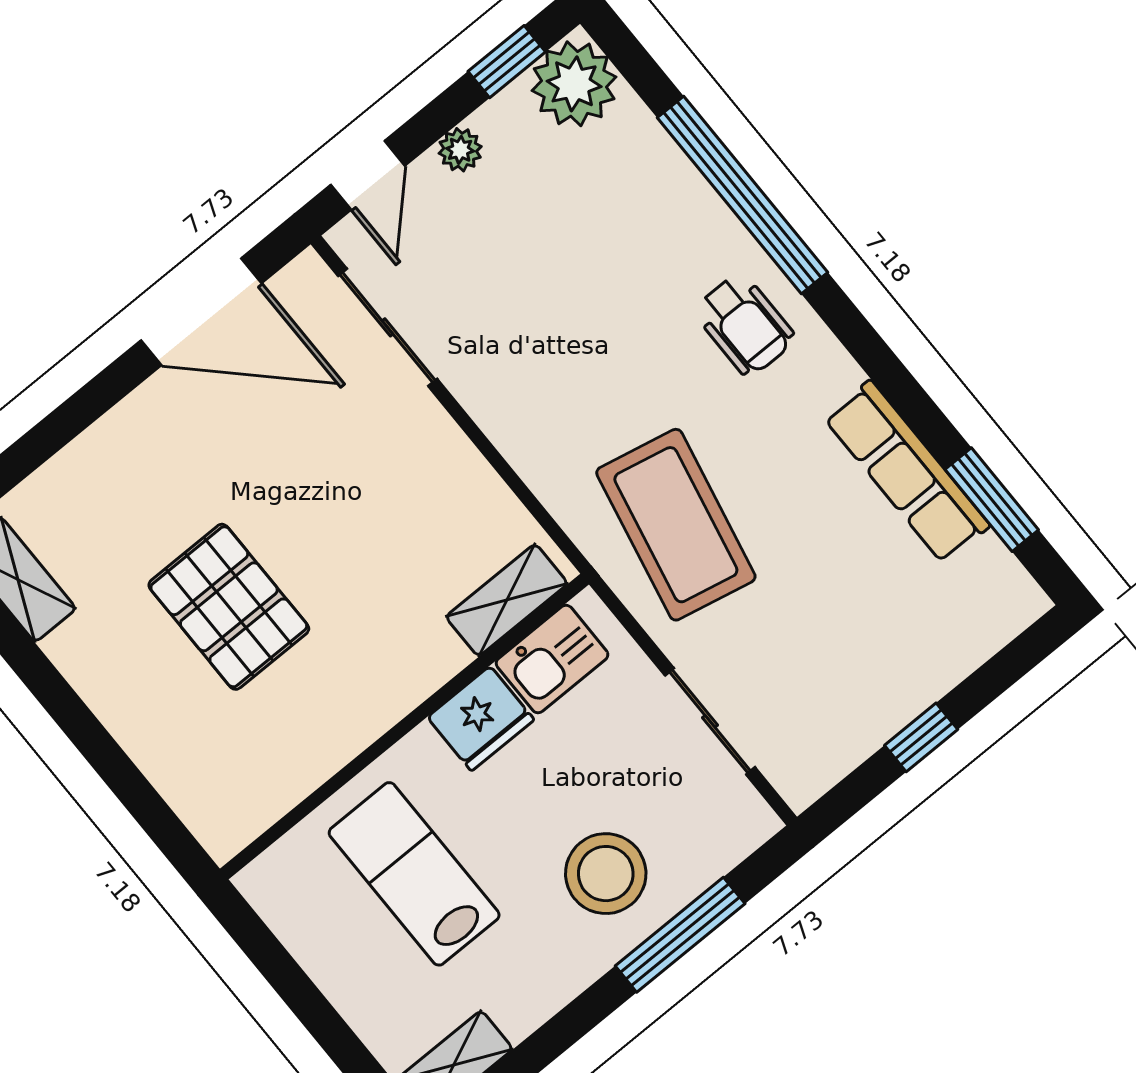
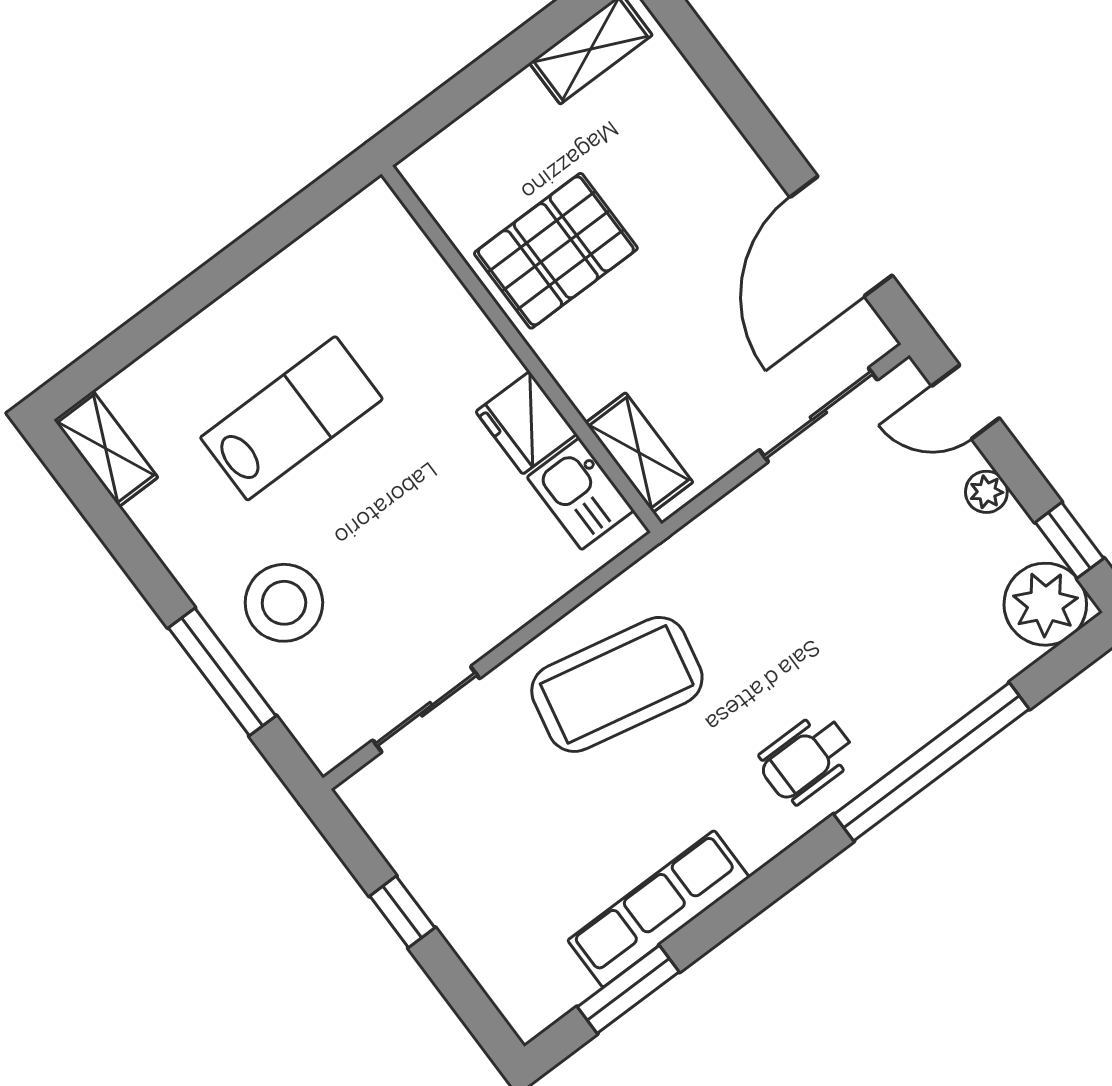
shelving: (507, 600) -> (639, 453), moved
kitchen sink: (552, 659) -> (581, 494), moved
fridge: (481, 718) -> (526, 423), moved
wall: (404, 727) -> (521, 349), moved

